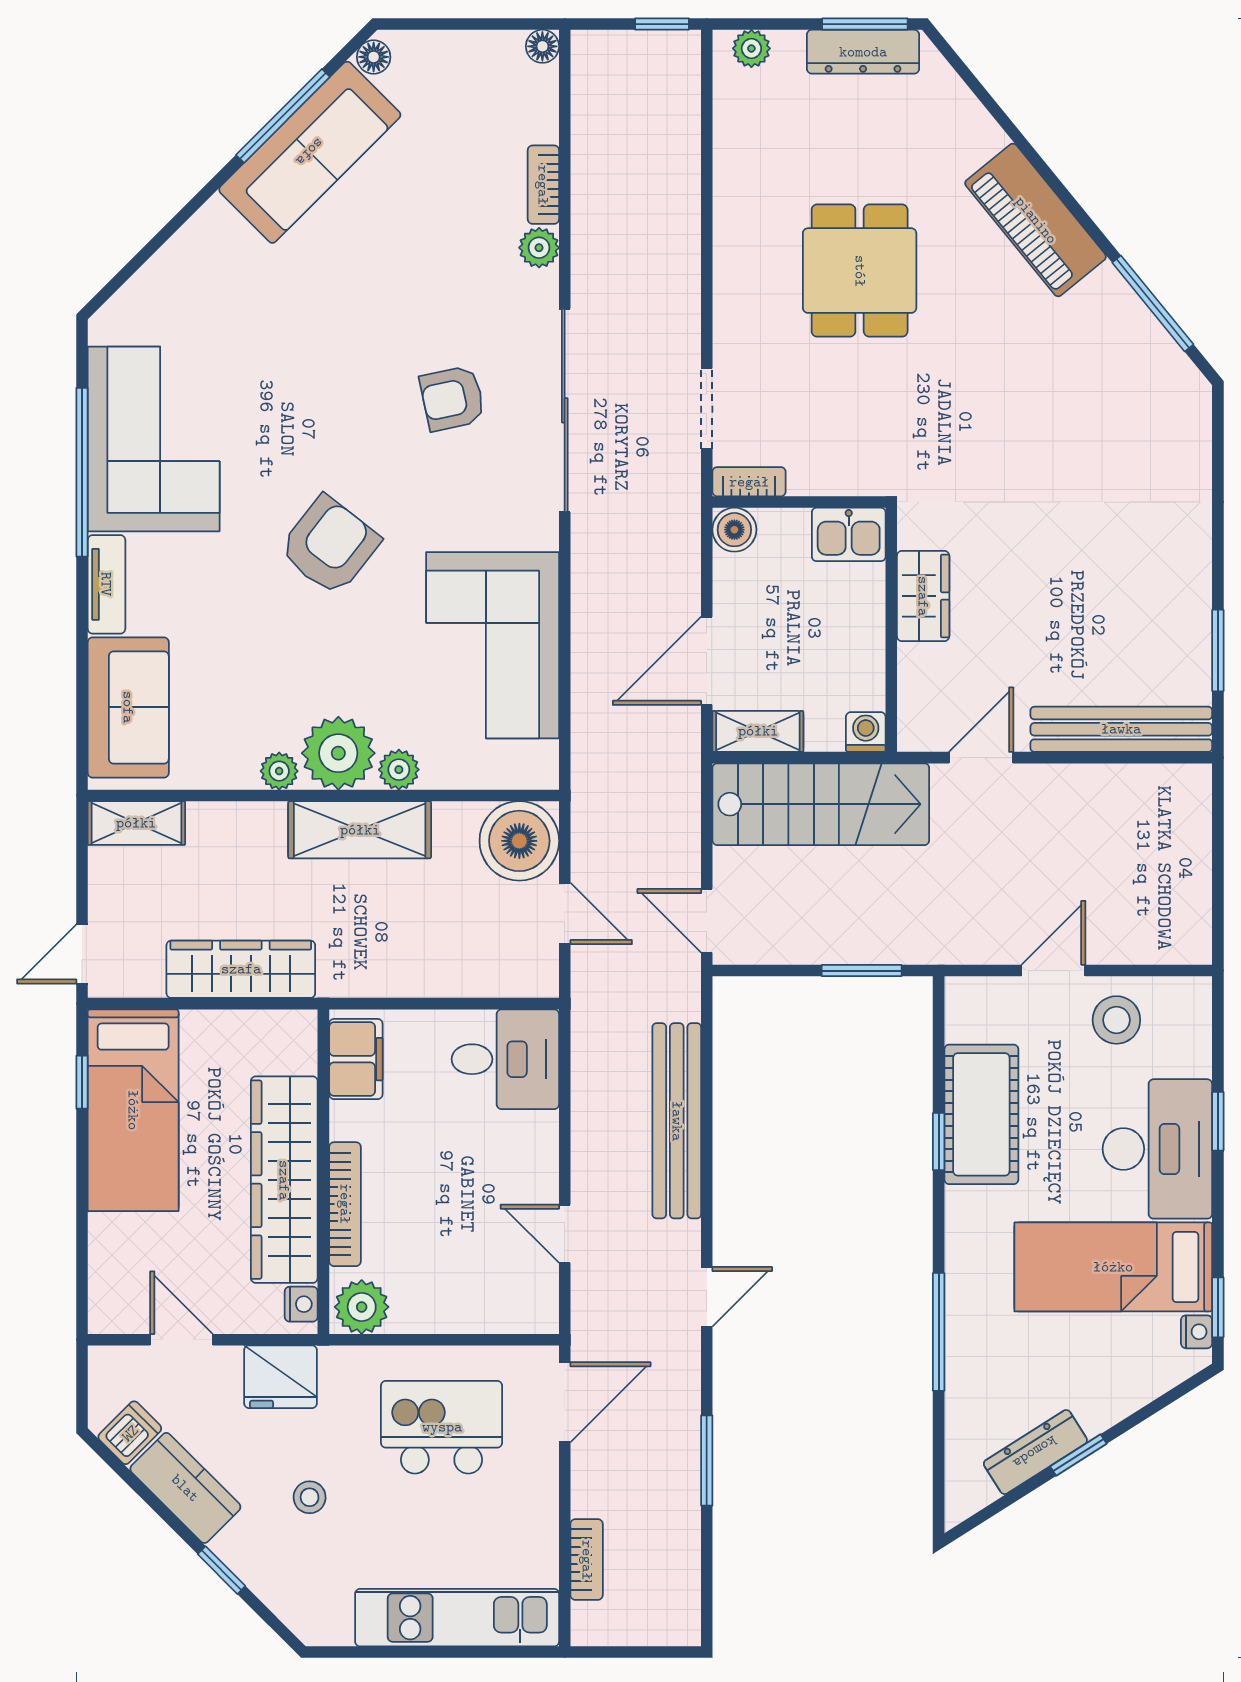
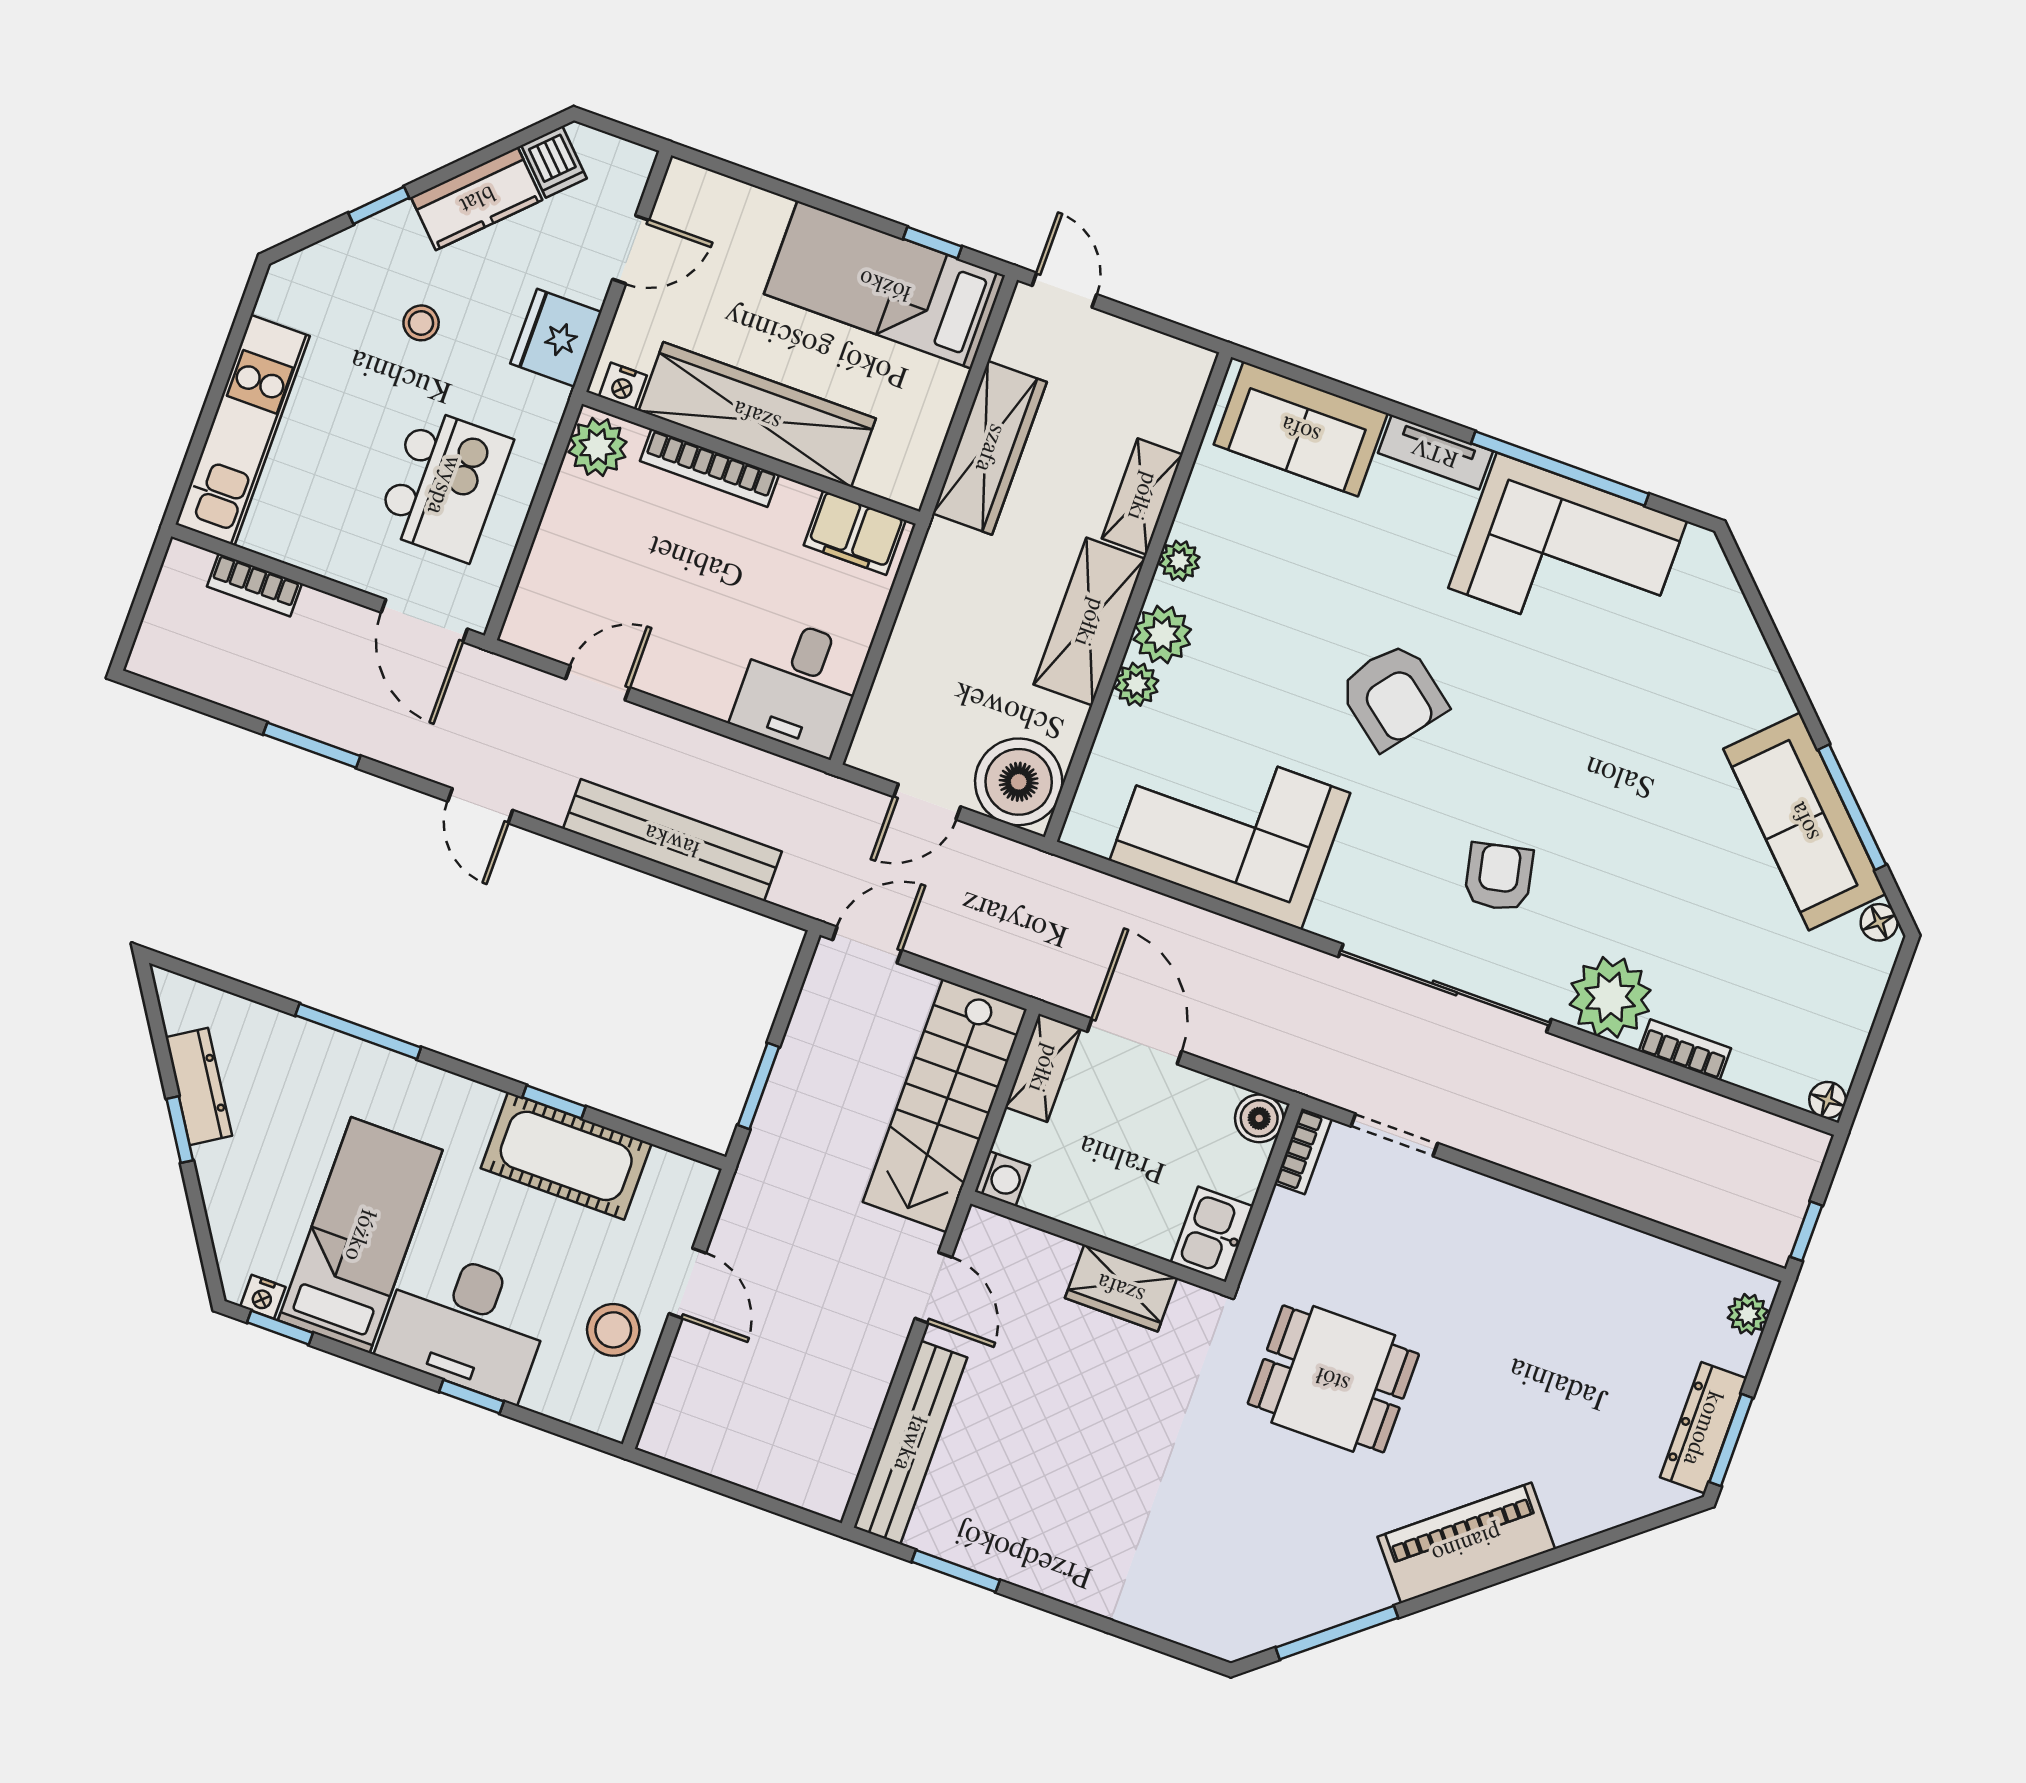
plant: (539, 248) -> (1610, 997), width x1.88, depth x1.88
dining table: (860, 271) -> (1333, 1379), moved
plant: (338, 753) -> (1162, 635), width x0.73, depth x0.73
shelving: (136, 823) -> (1142, 496), moved

